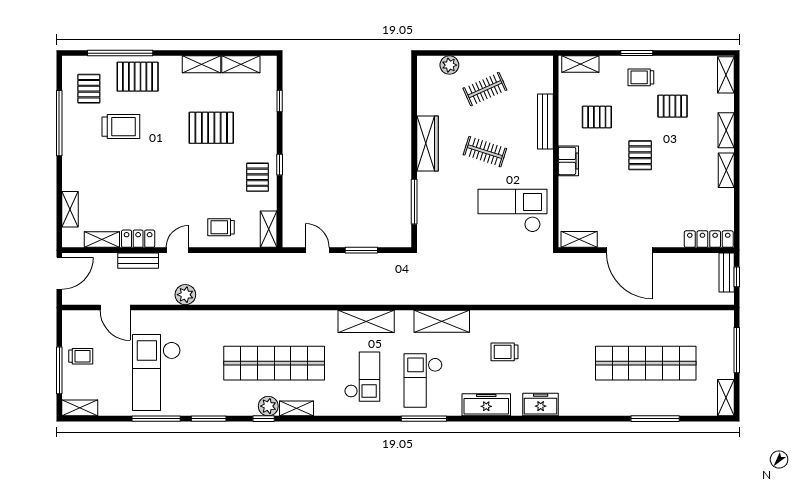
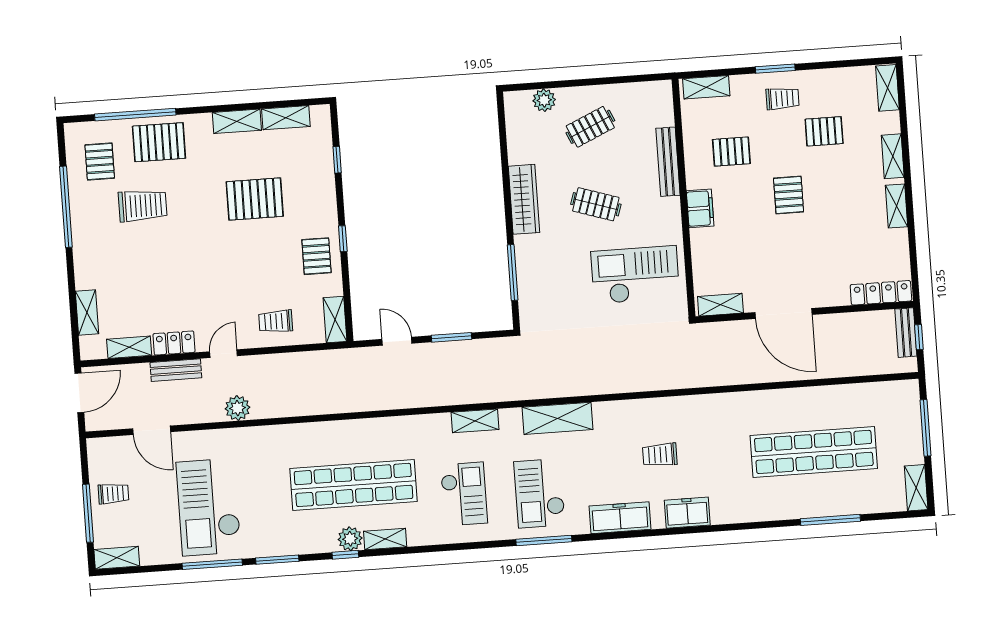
trolley: (641, 77) -> (782, 98), turned 180
shelving: (366, 321) -> (475, 421), width x0.67, depth x0.75
trolley: (504, 352) -> (660, 455), moved

